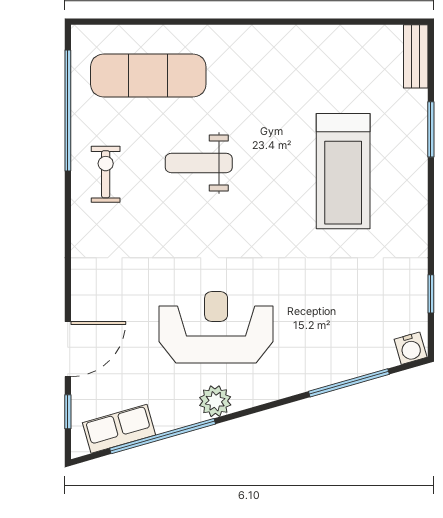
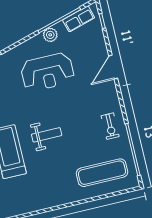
weight bench: (199, 163) -> (47, 135), moved
door: (68, 349) -> (113, 67), moved
plant: (215, 401) -> (50, 35), moved

